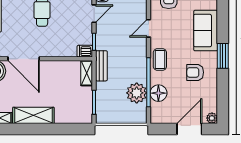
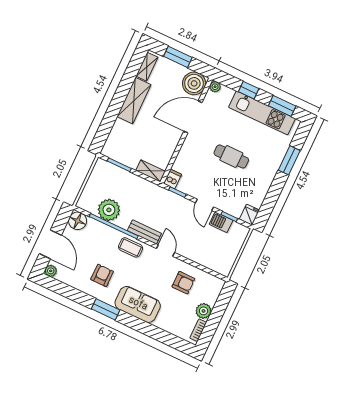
bench: (101, 66) -> (144, 232), moved
floor lamp: (158, 93) -> (78, 221), moved

